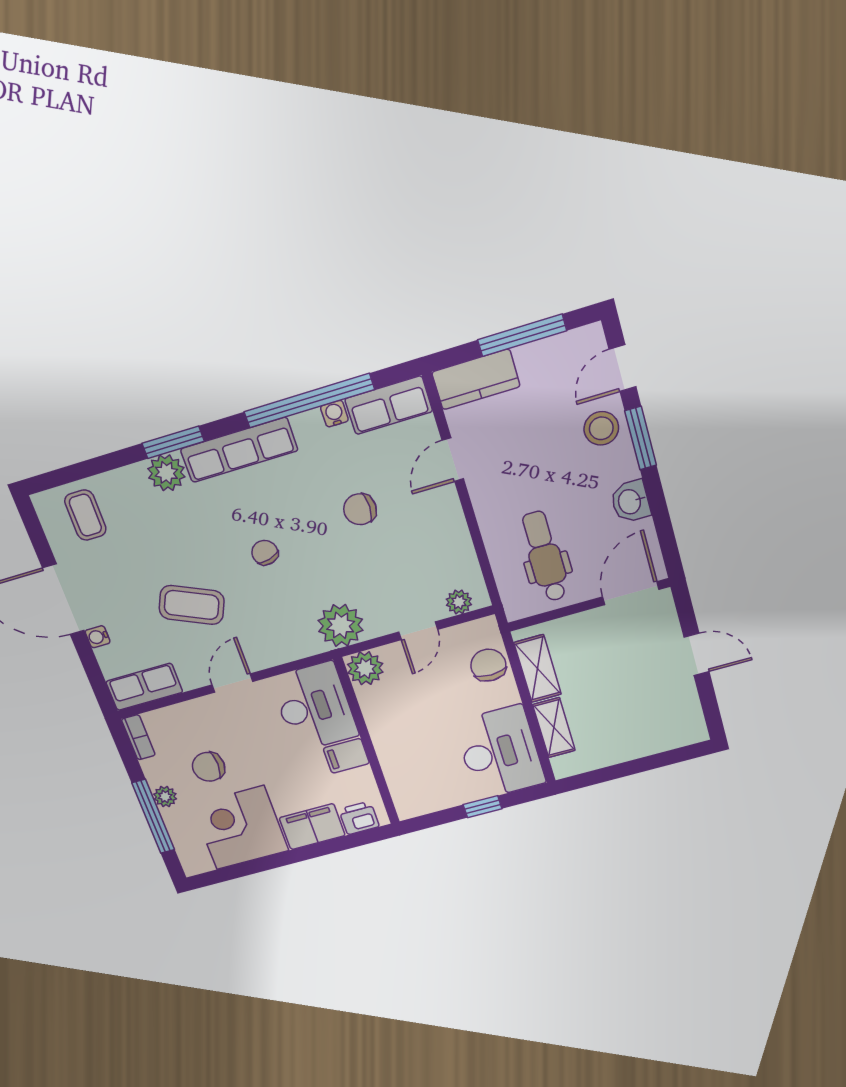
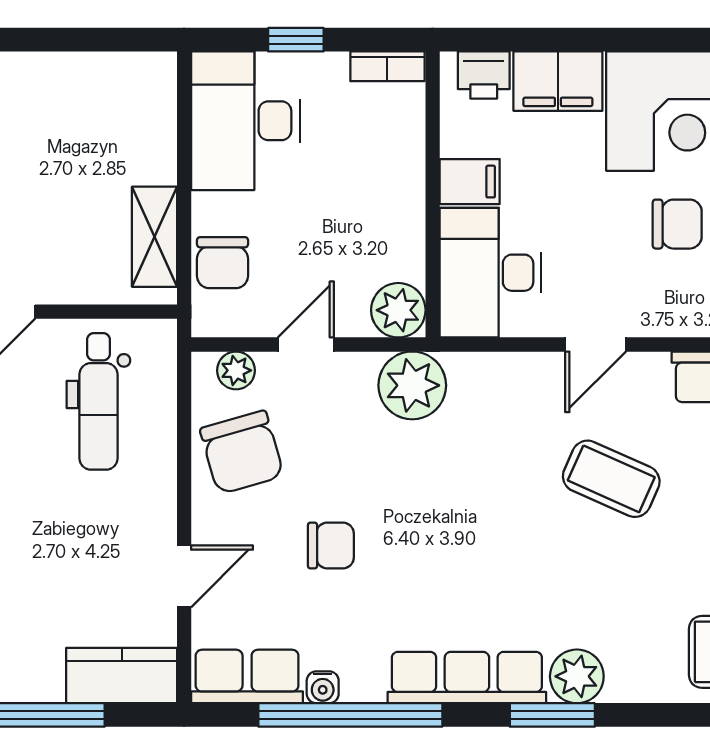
chair: (265, 553) -> (242, 452), moved, width x1.87, depth x1.87
shelving: (554, 728) -> (156, 137), removed
bookcase: (420, 807) -> (387, 66), added

